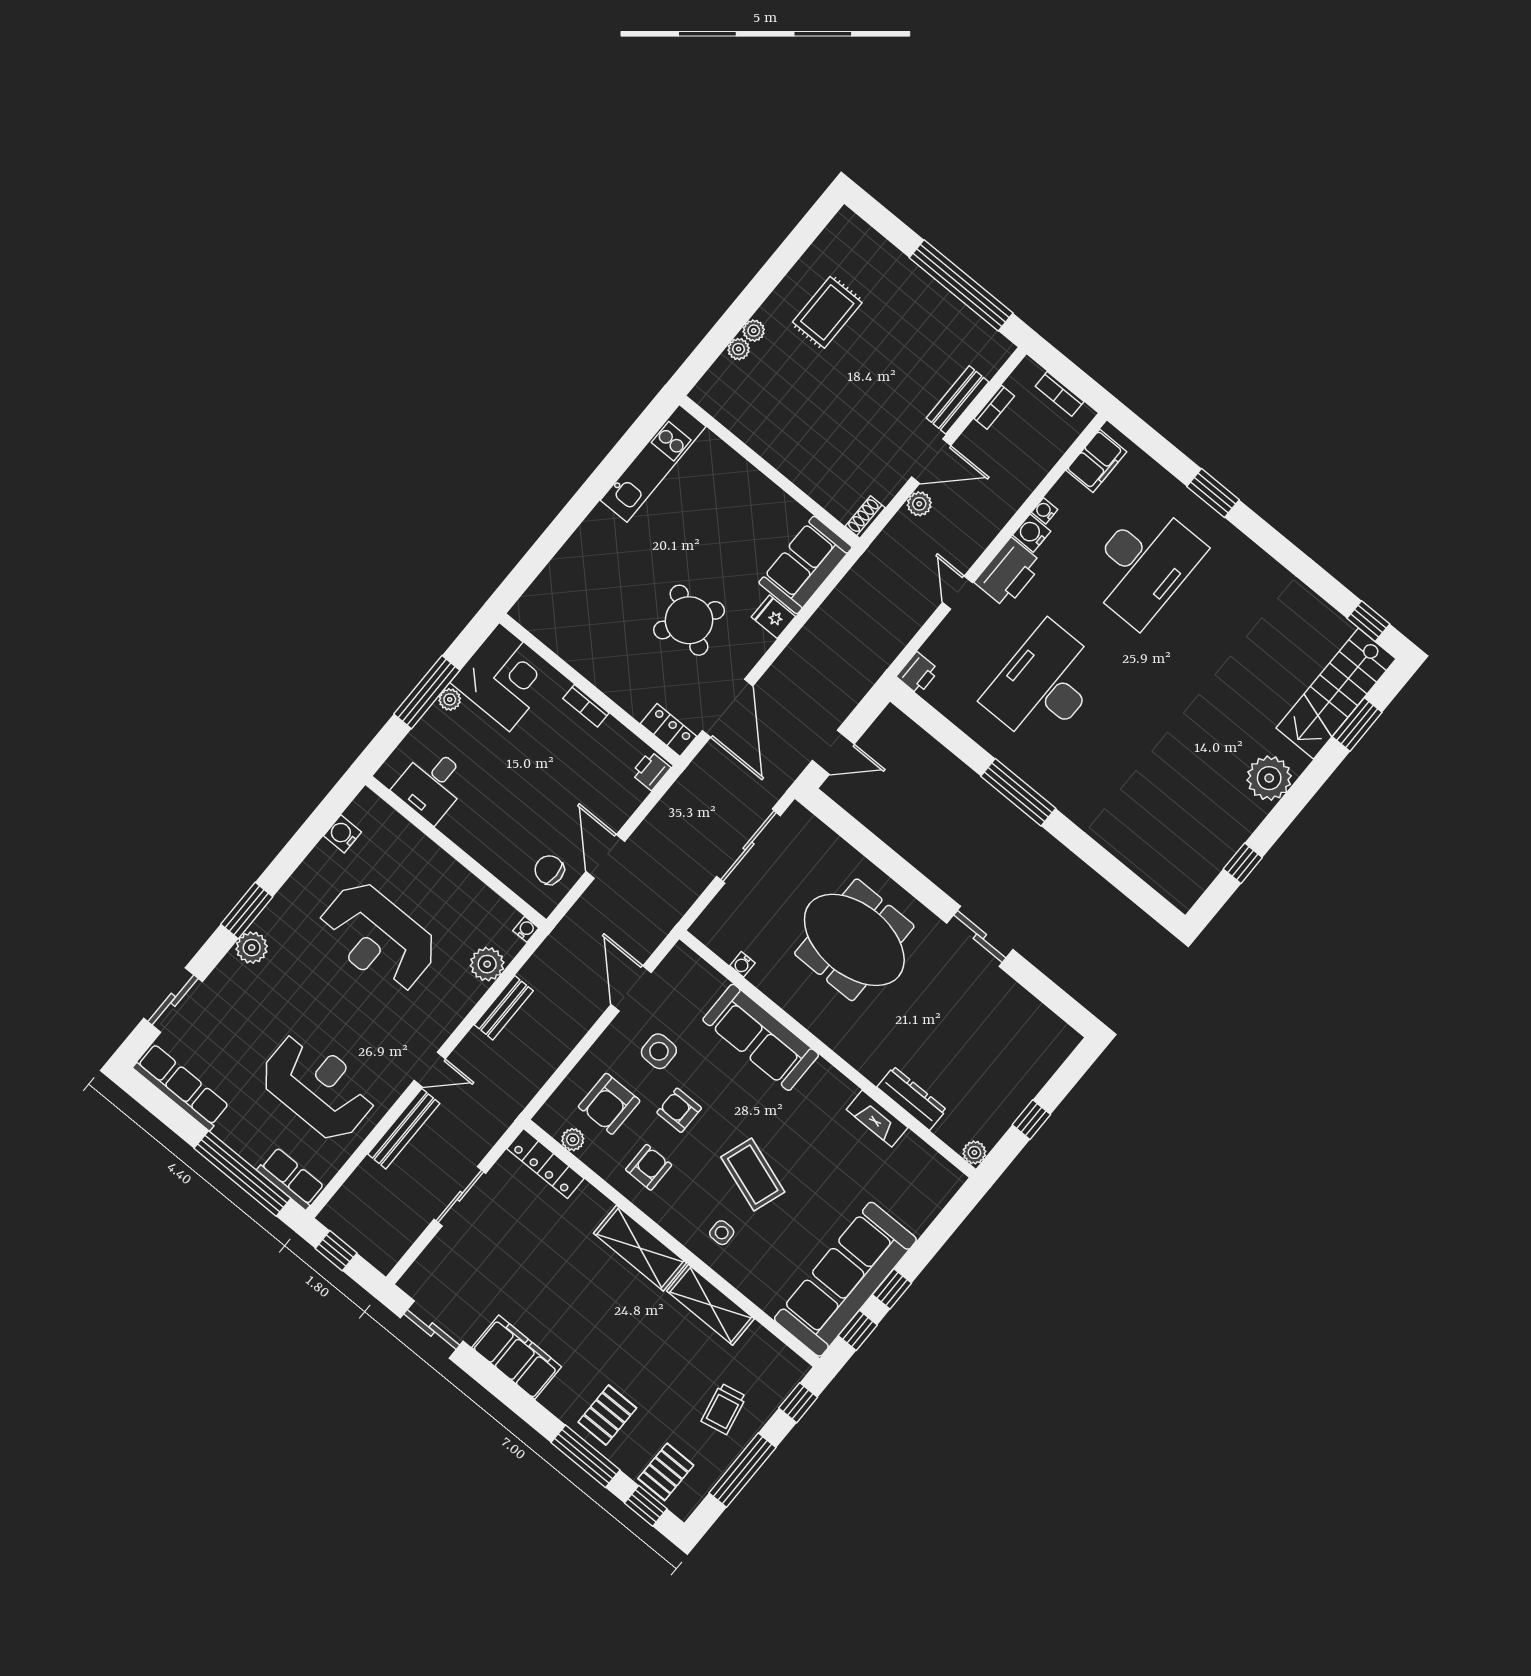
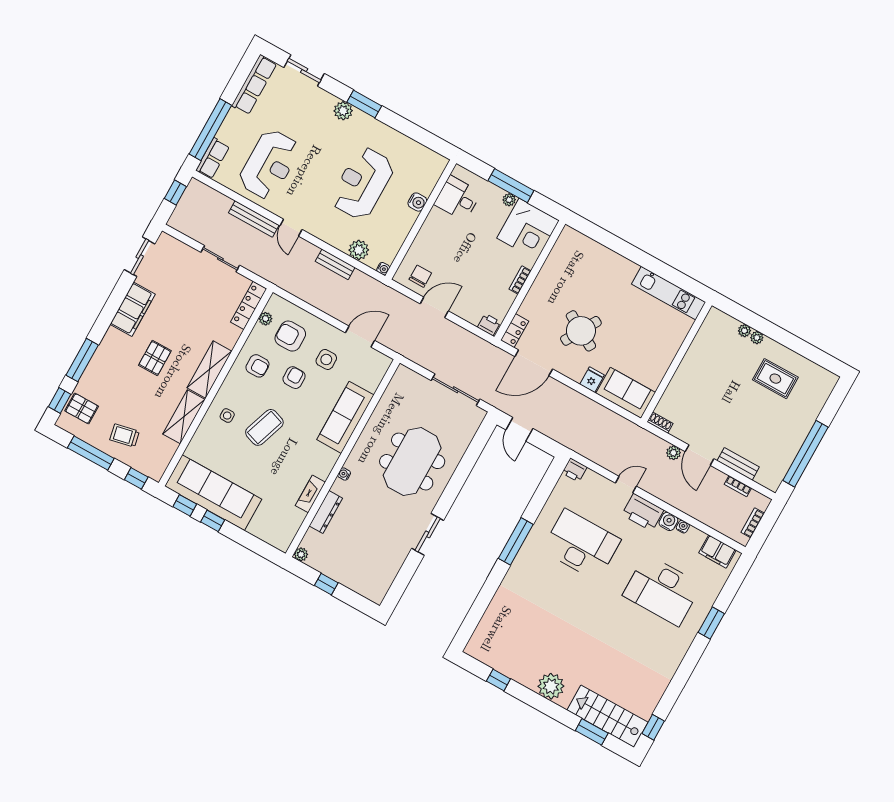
water cooler: (342, 834) -> (417, 202), moved, turned 90
water cooler: (742, 964) -> (344, 474), moved
pallet: (607, 1415) -> (155, 358), moved, turned 90

